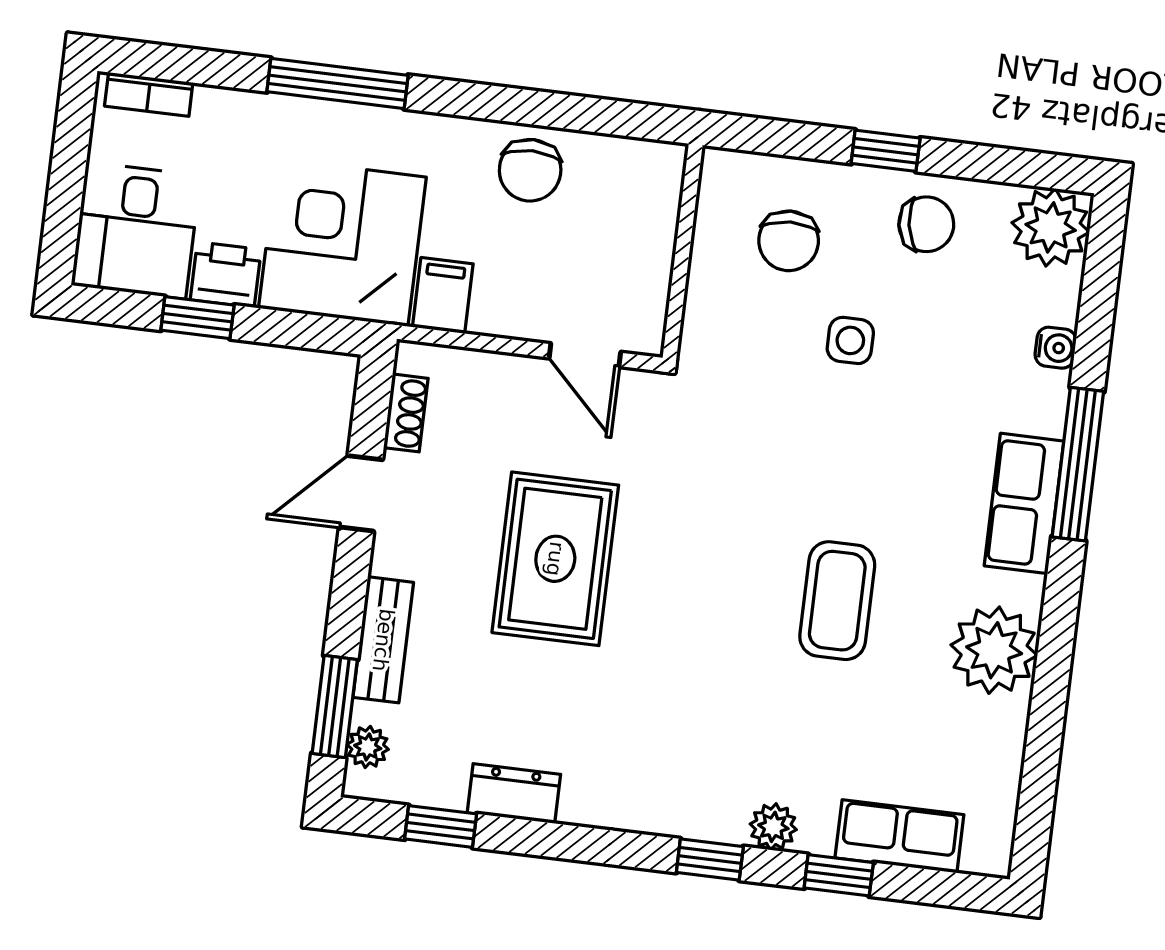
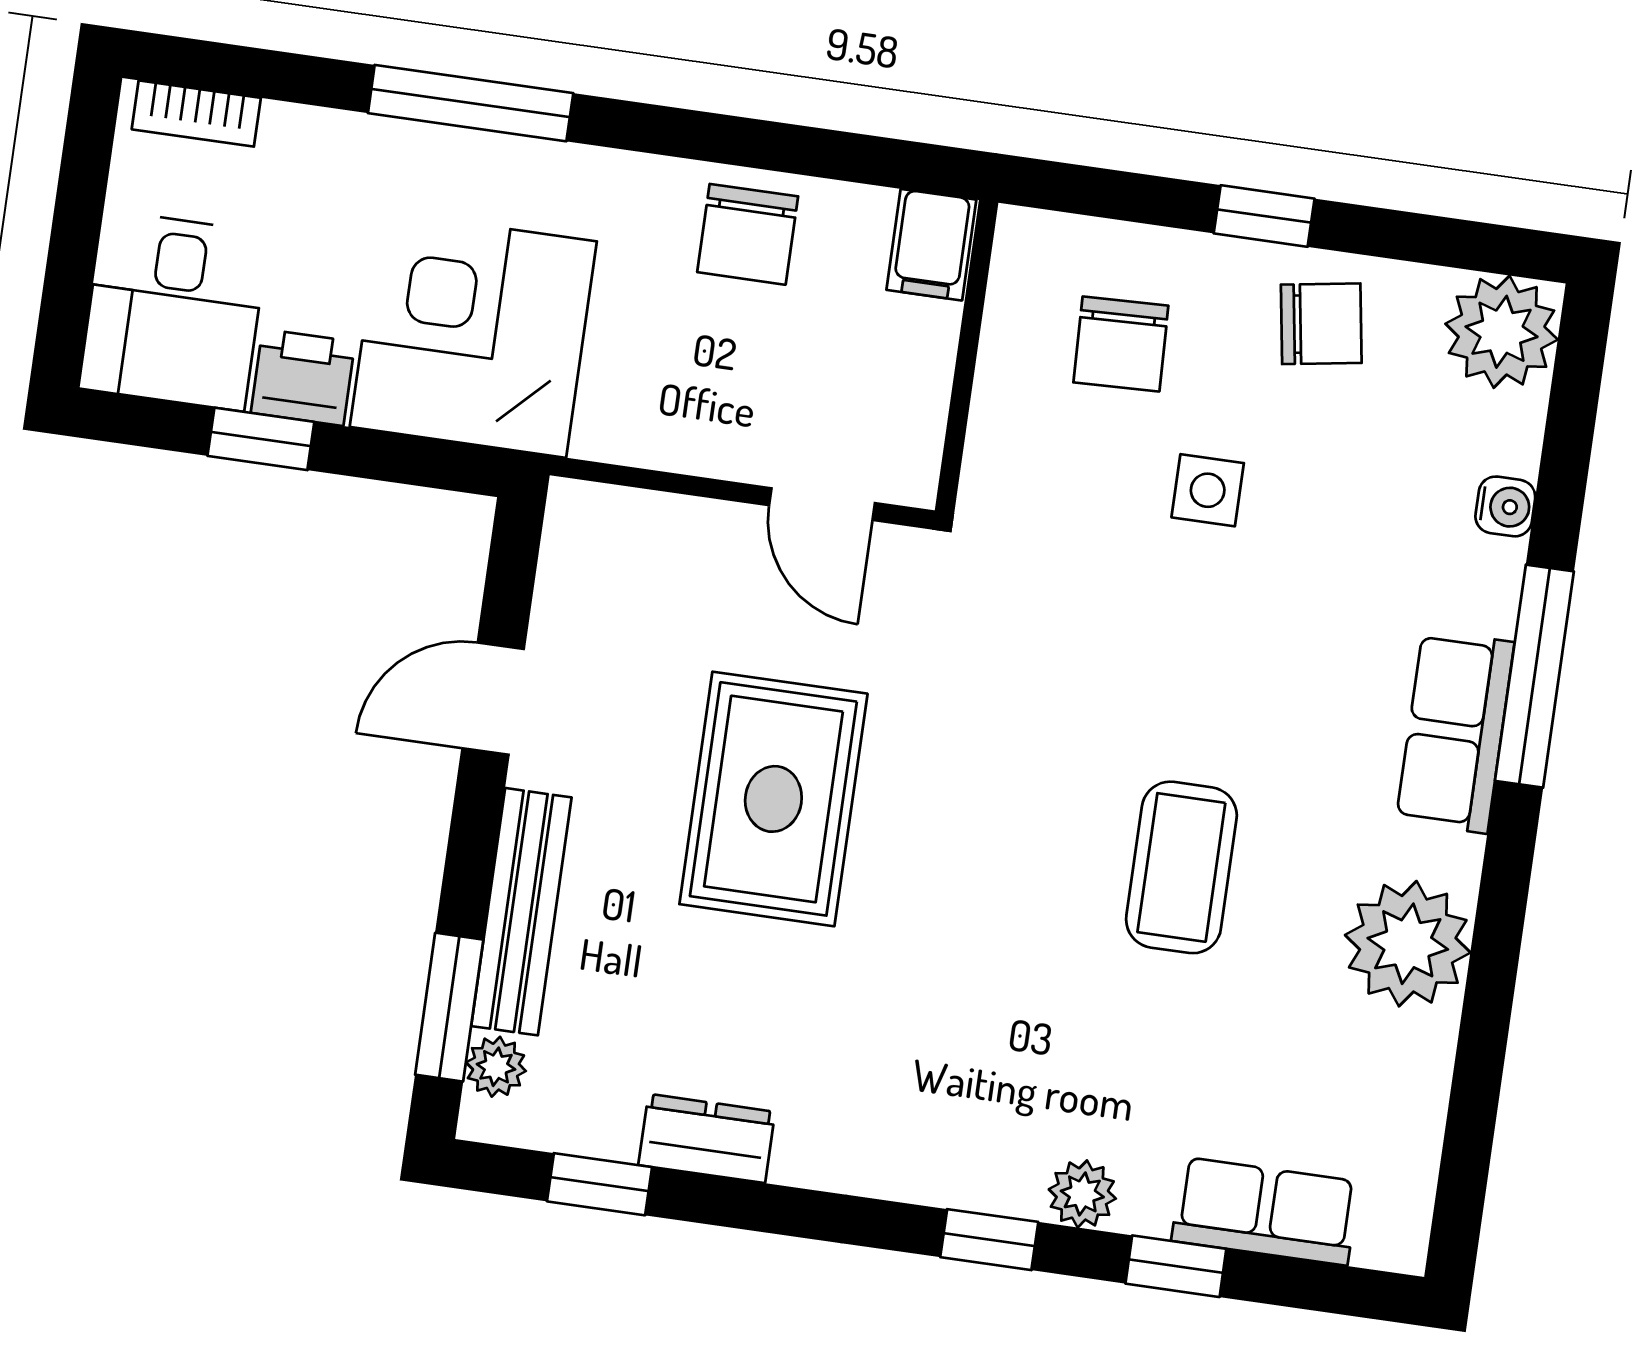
filing cabinet: (443, 295) -> (931, 245), moved, turned 180
shoe rack: (406, 413) -> (561, 583), removed
bench: (383, 640) -> (521, 912), width x1.36

